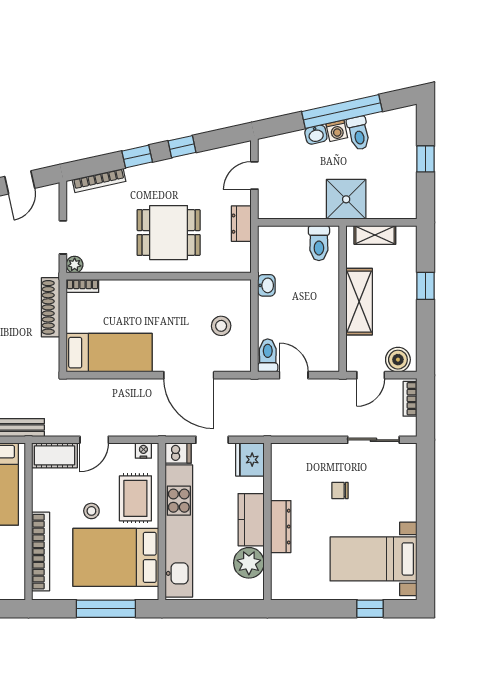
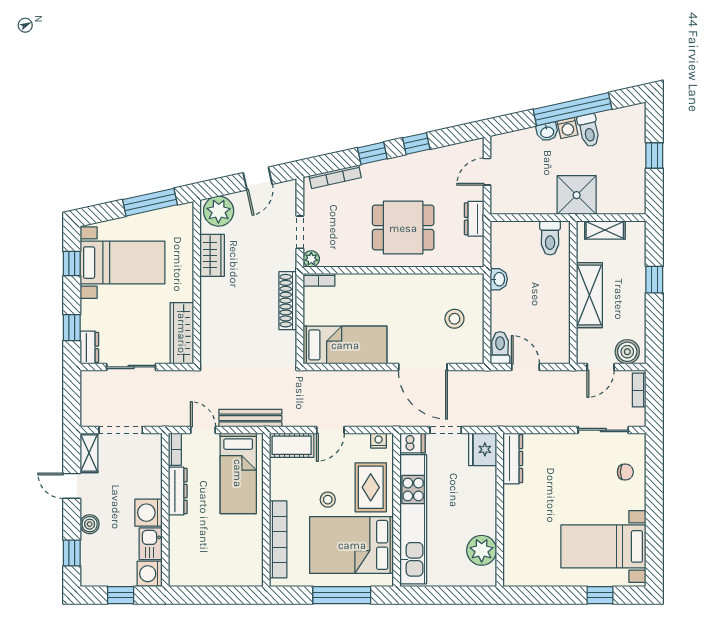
chair: (340, 491) -> (625, 472), moved, turned 180
kitchen counter: (251, 520) -> (484, 508), removed
dresser: (281, 527) -> (513, 459), moved

